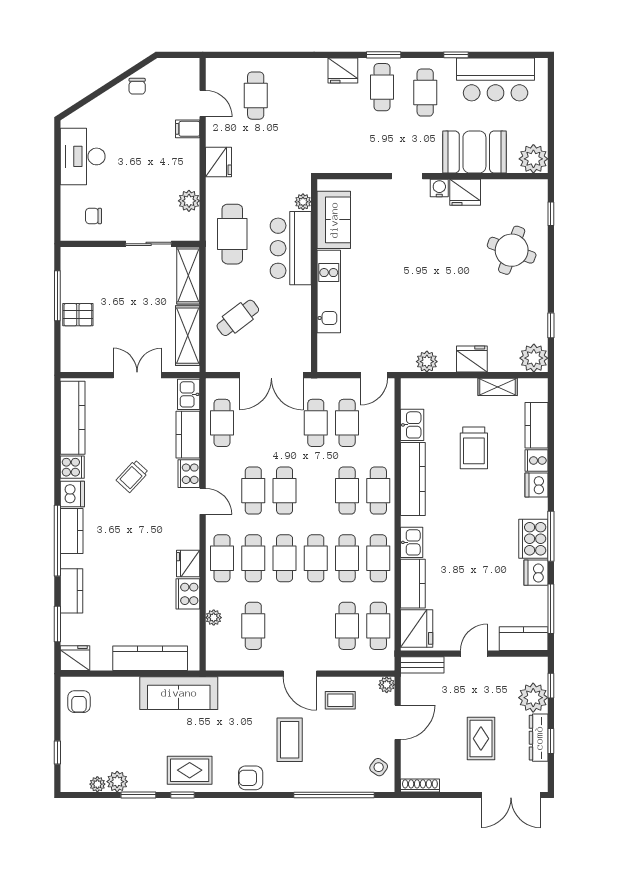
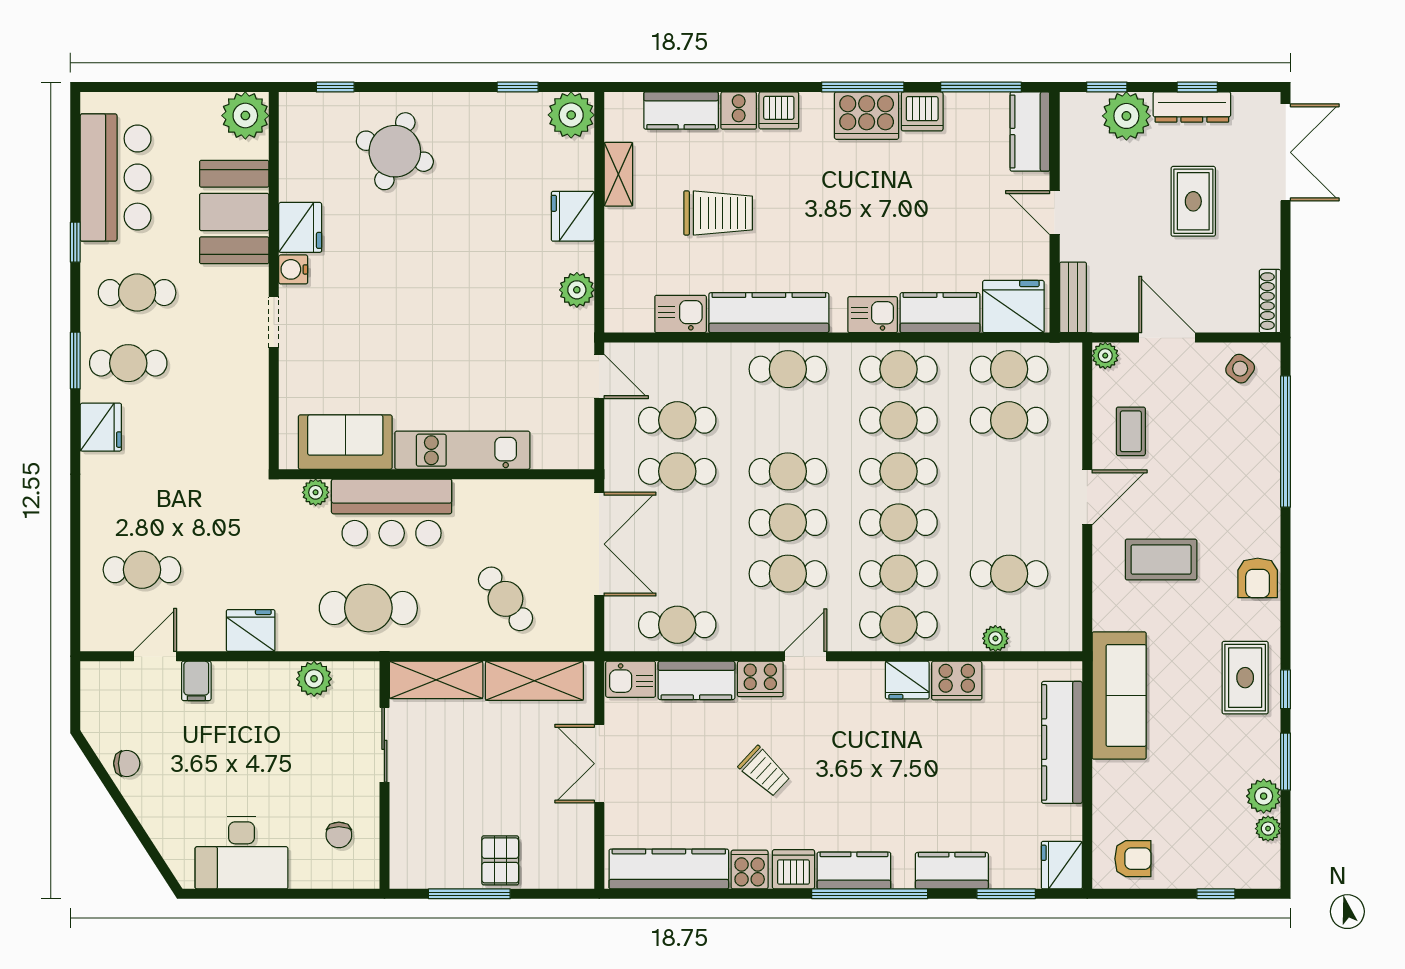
cafe table: (347, 491) -> (788, 471), moved
rug: (481, 739) -> (1193, 201), turned 90
coffee table: (290, 740) -> (1161, 560), moved

